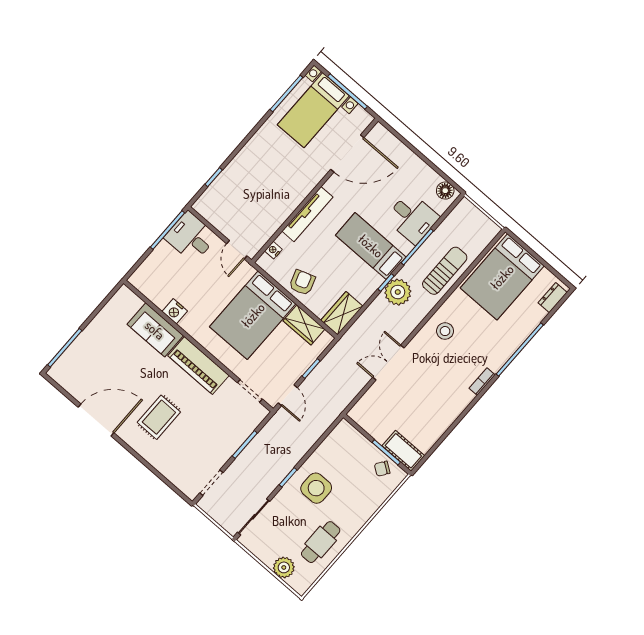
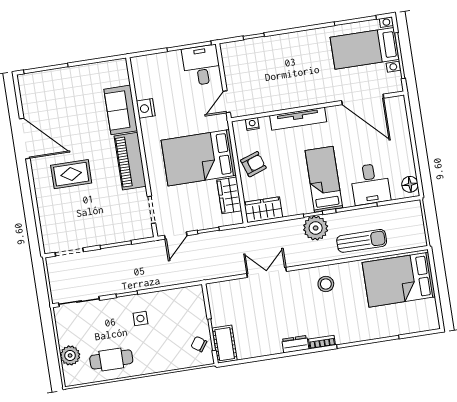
dresser: (553, 298) -> (295, 344), moved
side table: (316, 488) -> (140, 318), width x0.54, depth x0.54

